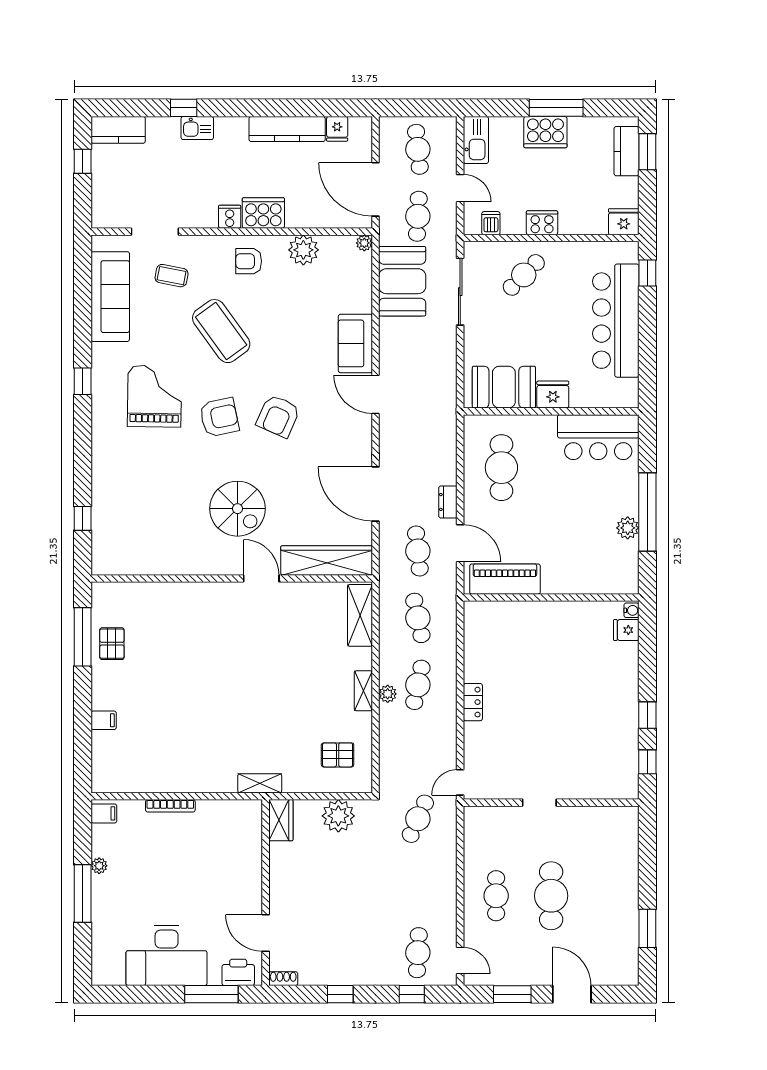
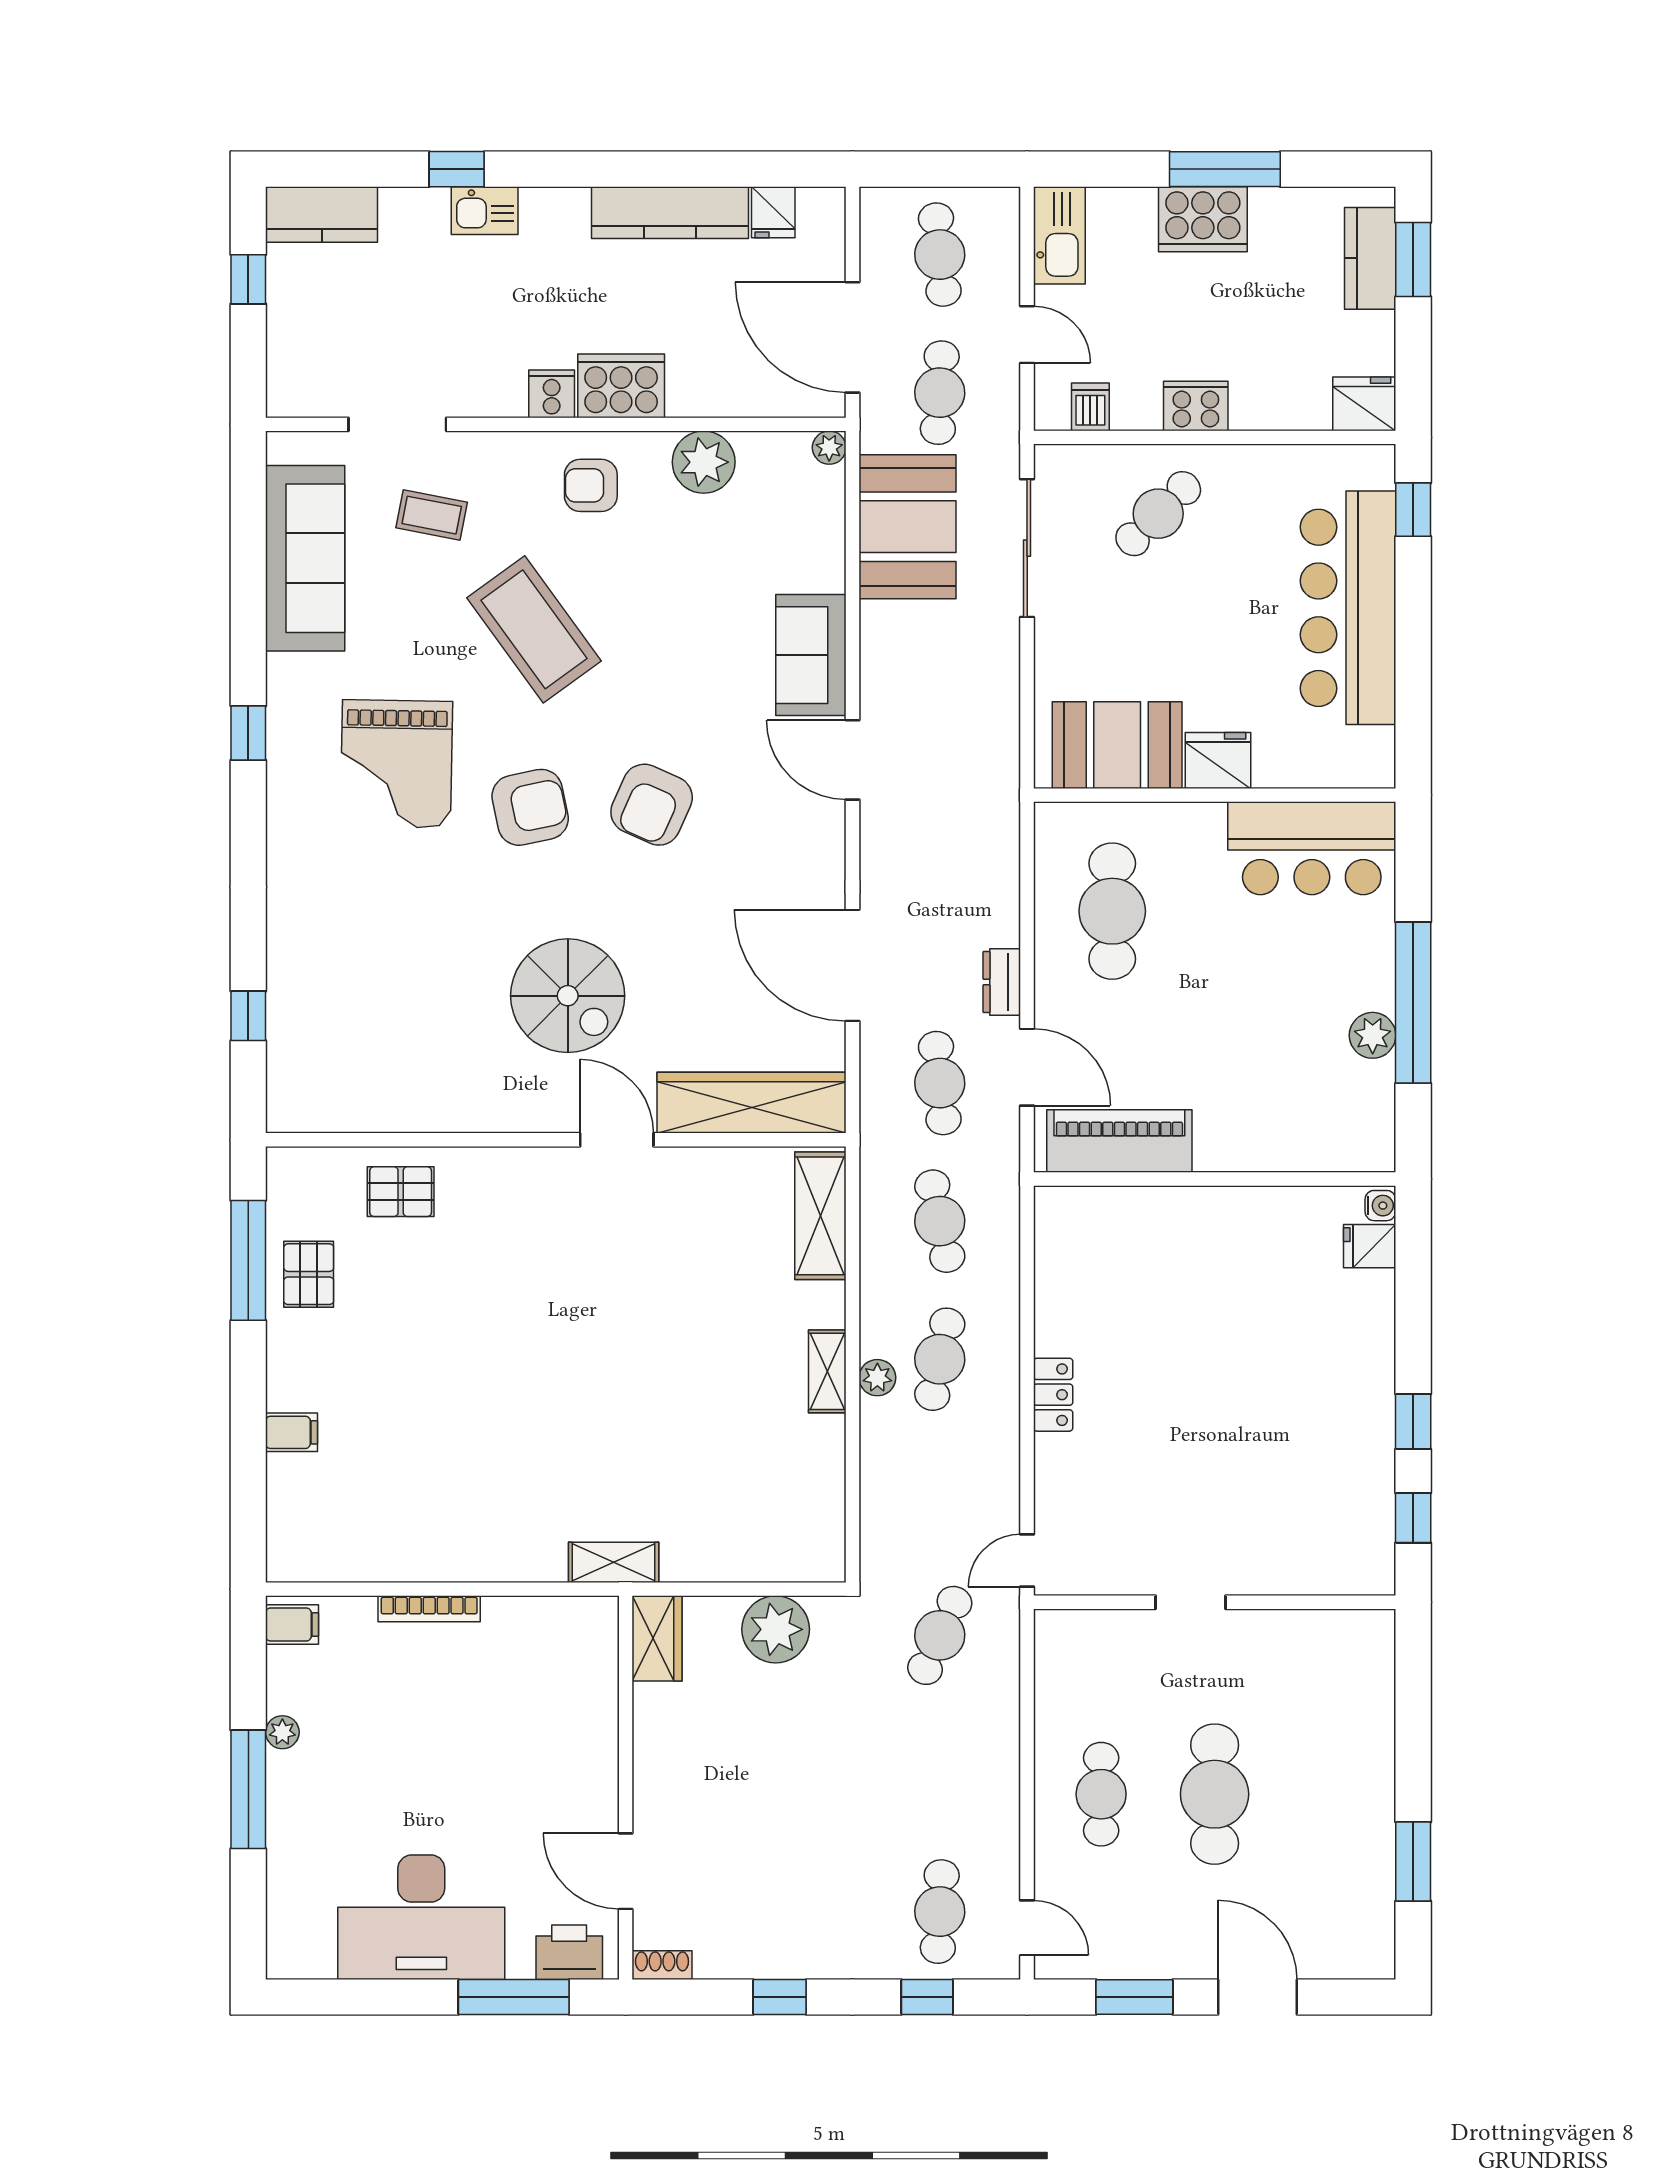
grand piano: (154, 396) -> (396, 764), turned 180
pallet: (338, 755) -> (401, 1192), moved

